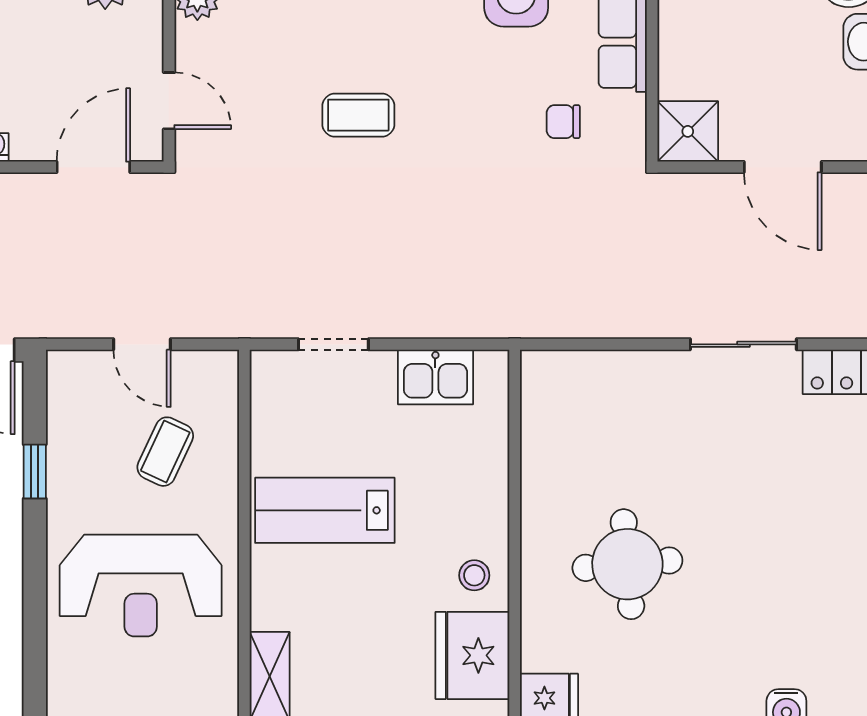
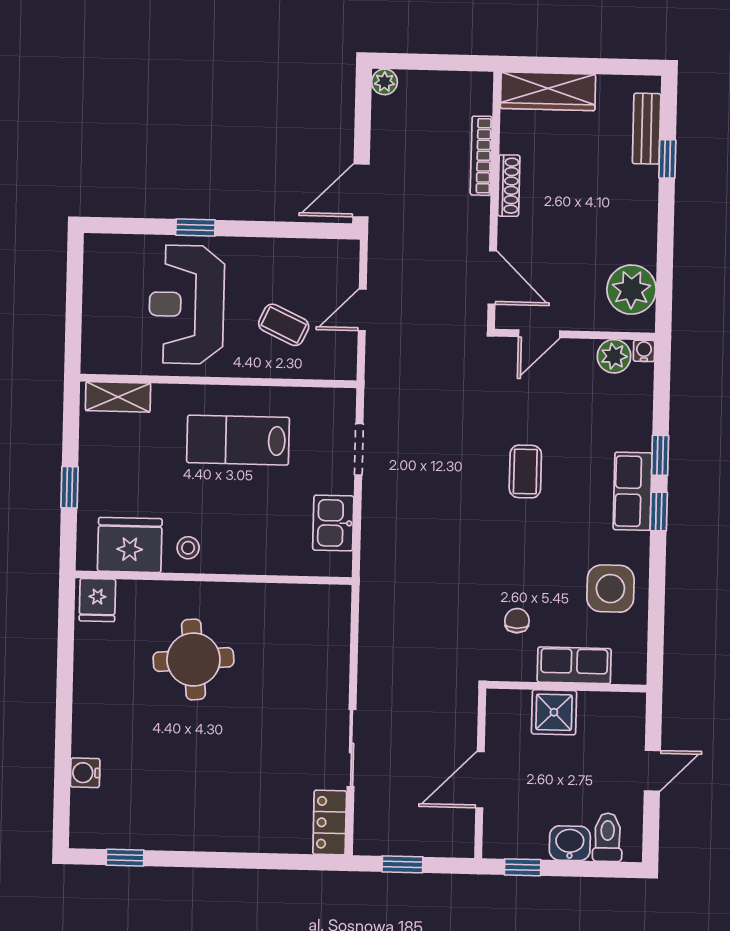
shower: (688, 131) -> (554, 712), moved
window: (35, 472) -> (195, 228), moved
lab bench: (325, 510) -> (238, 440), turned -90

